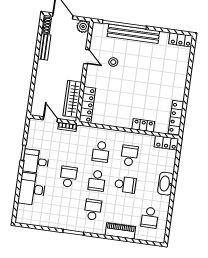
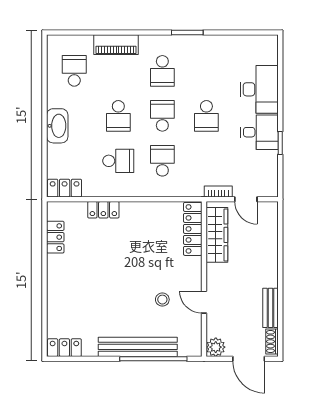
locker: (176, 118) -> (55, 237), width x0.66
school desk: (129, 156) -> (118, 161), turned -90
school desk: (125, 185) -> (118, 116), turned -90

